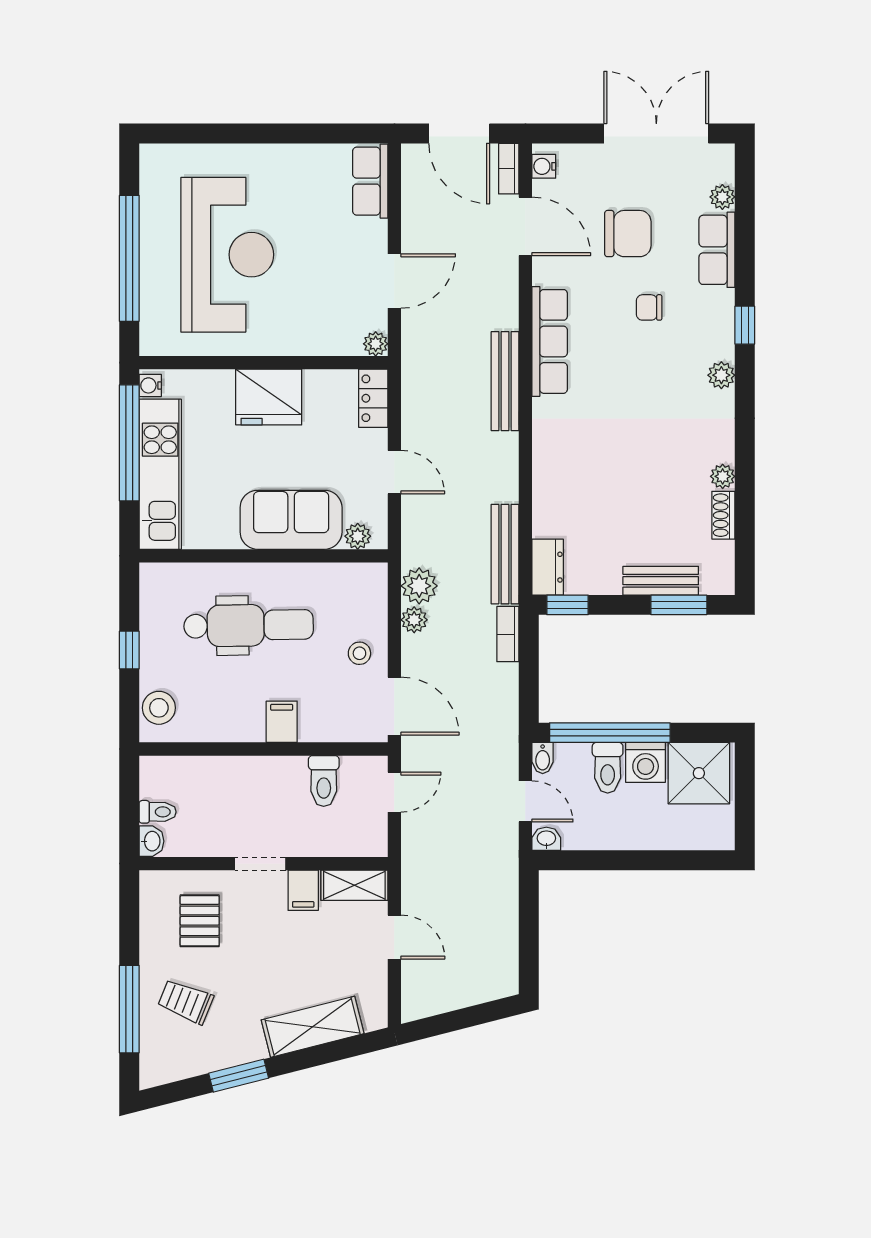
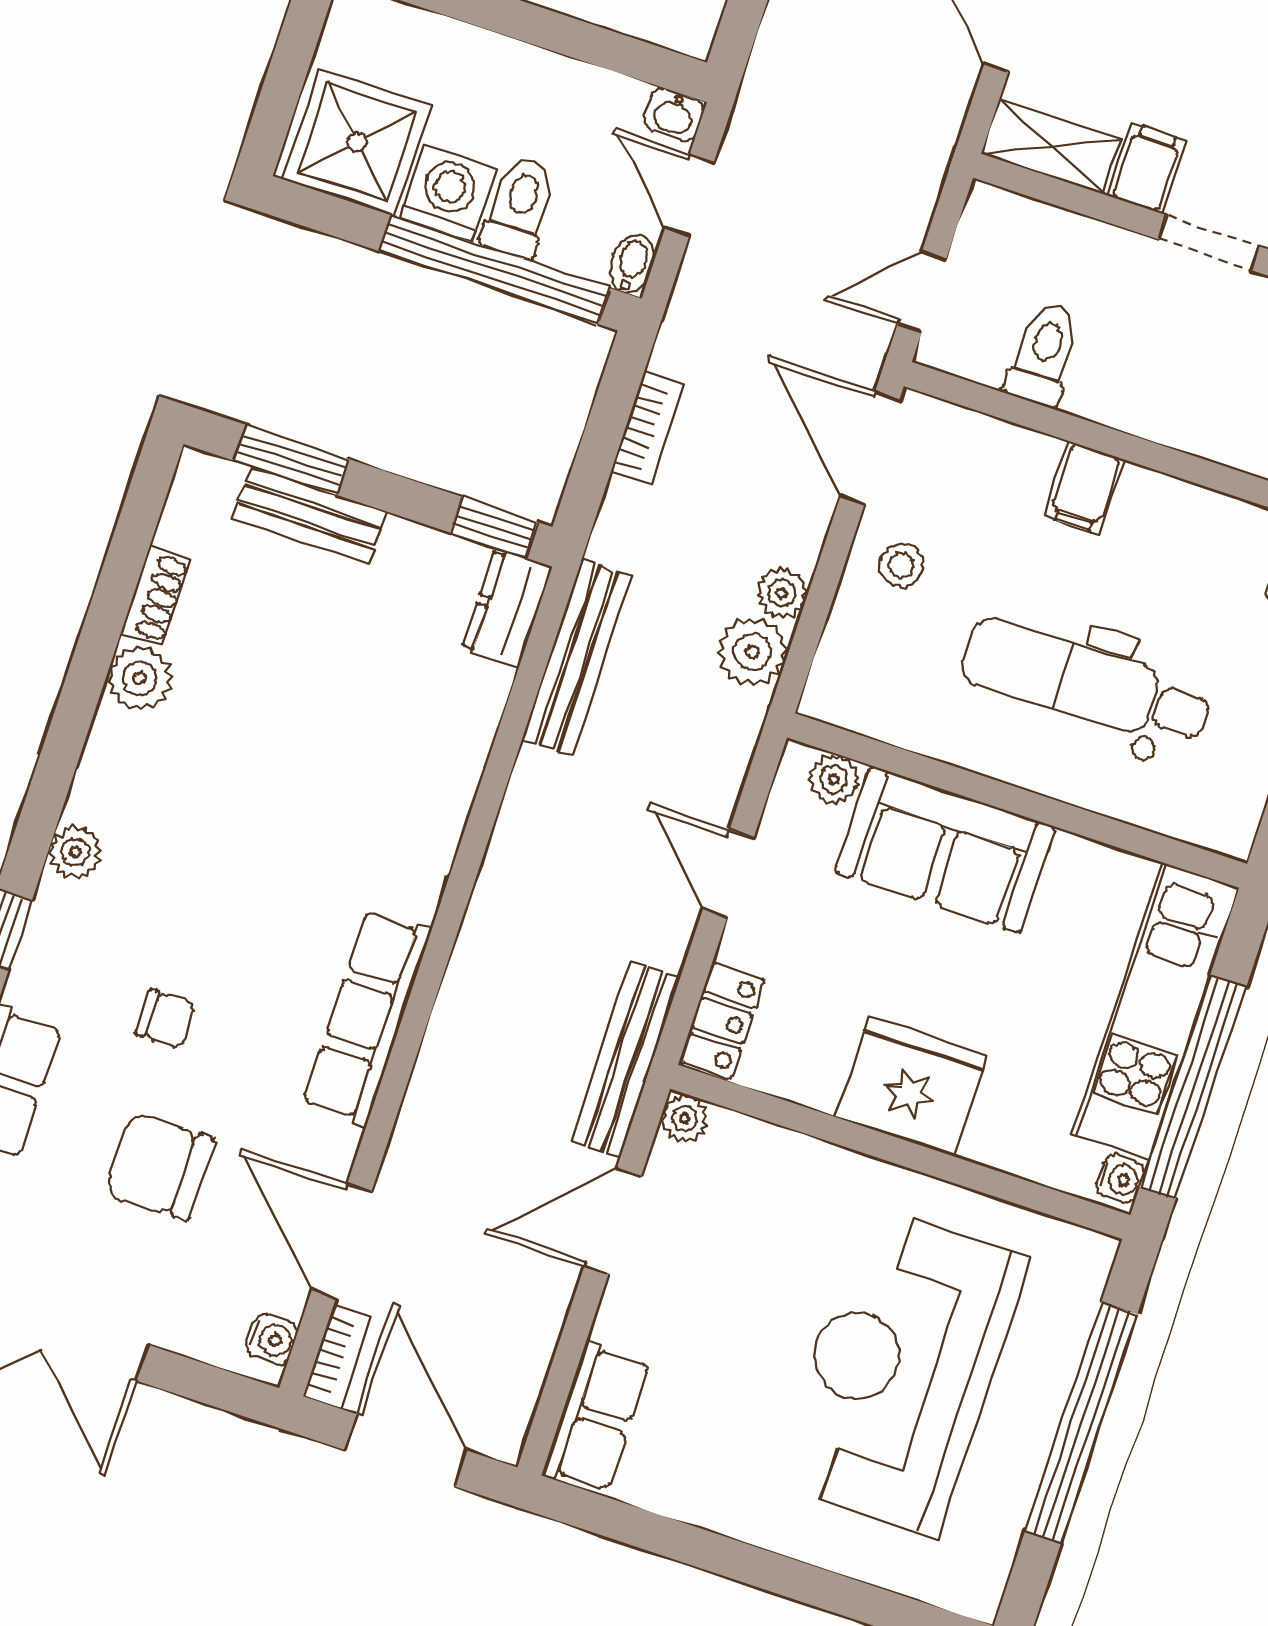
bench: (505, 381) -> (625, 1059), moved
plant: (723, 476) -> (140, 678), width x1.38, depth x1.38
bookcase: (508, 634) -> (647, 429), moved

